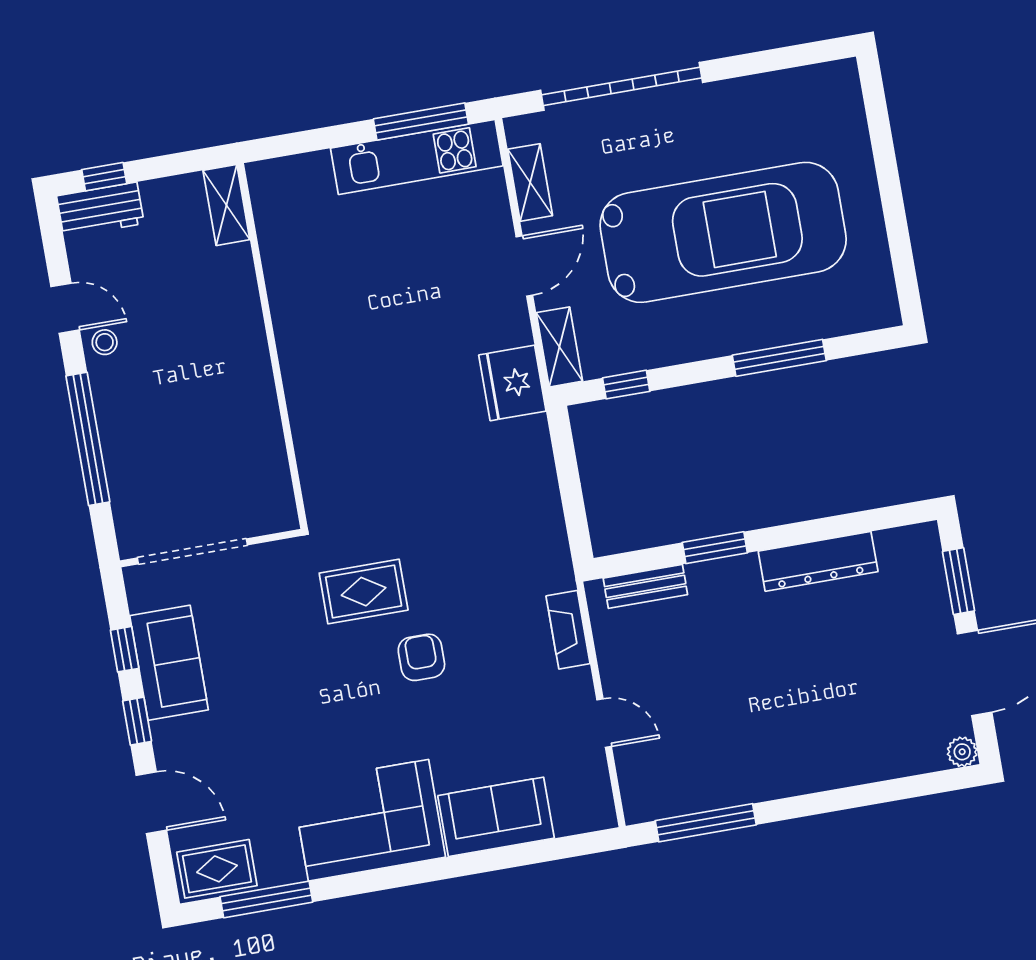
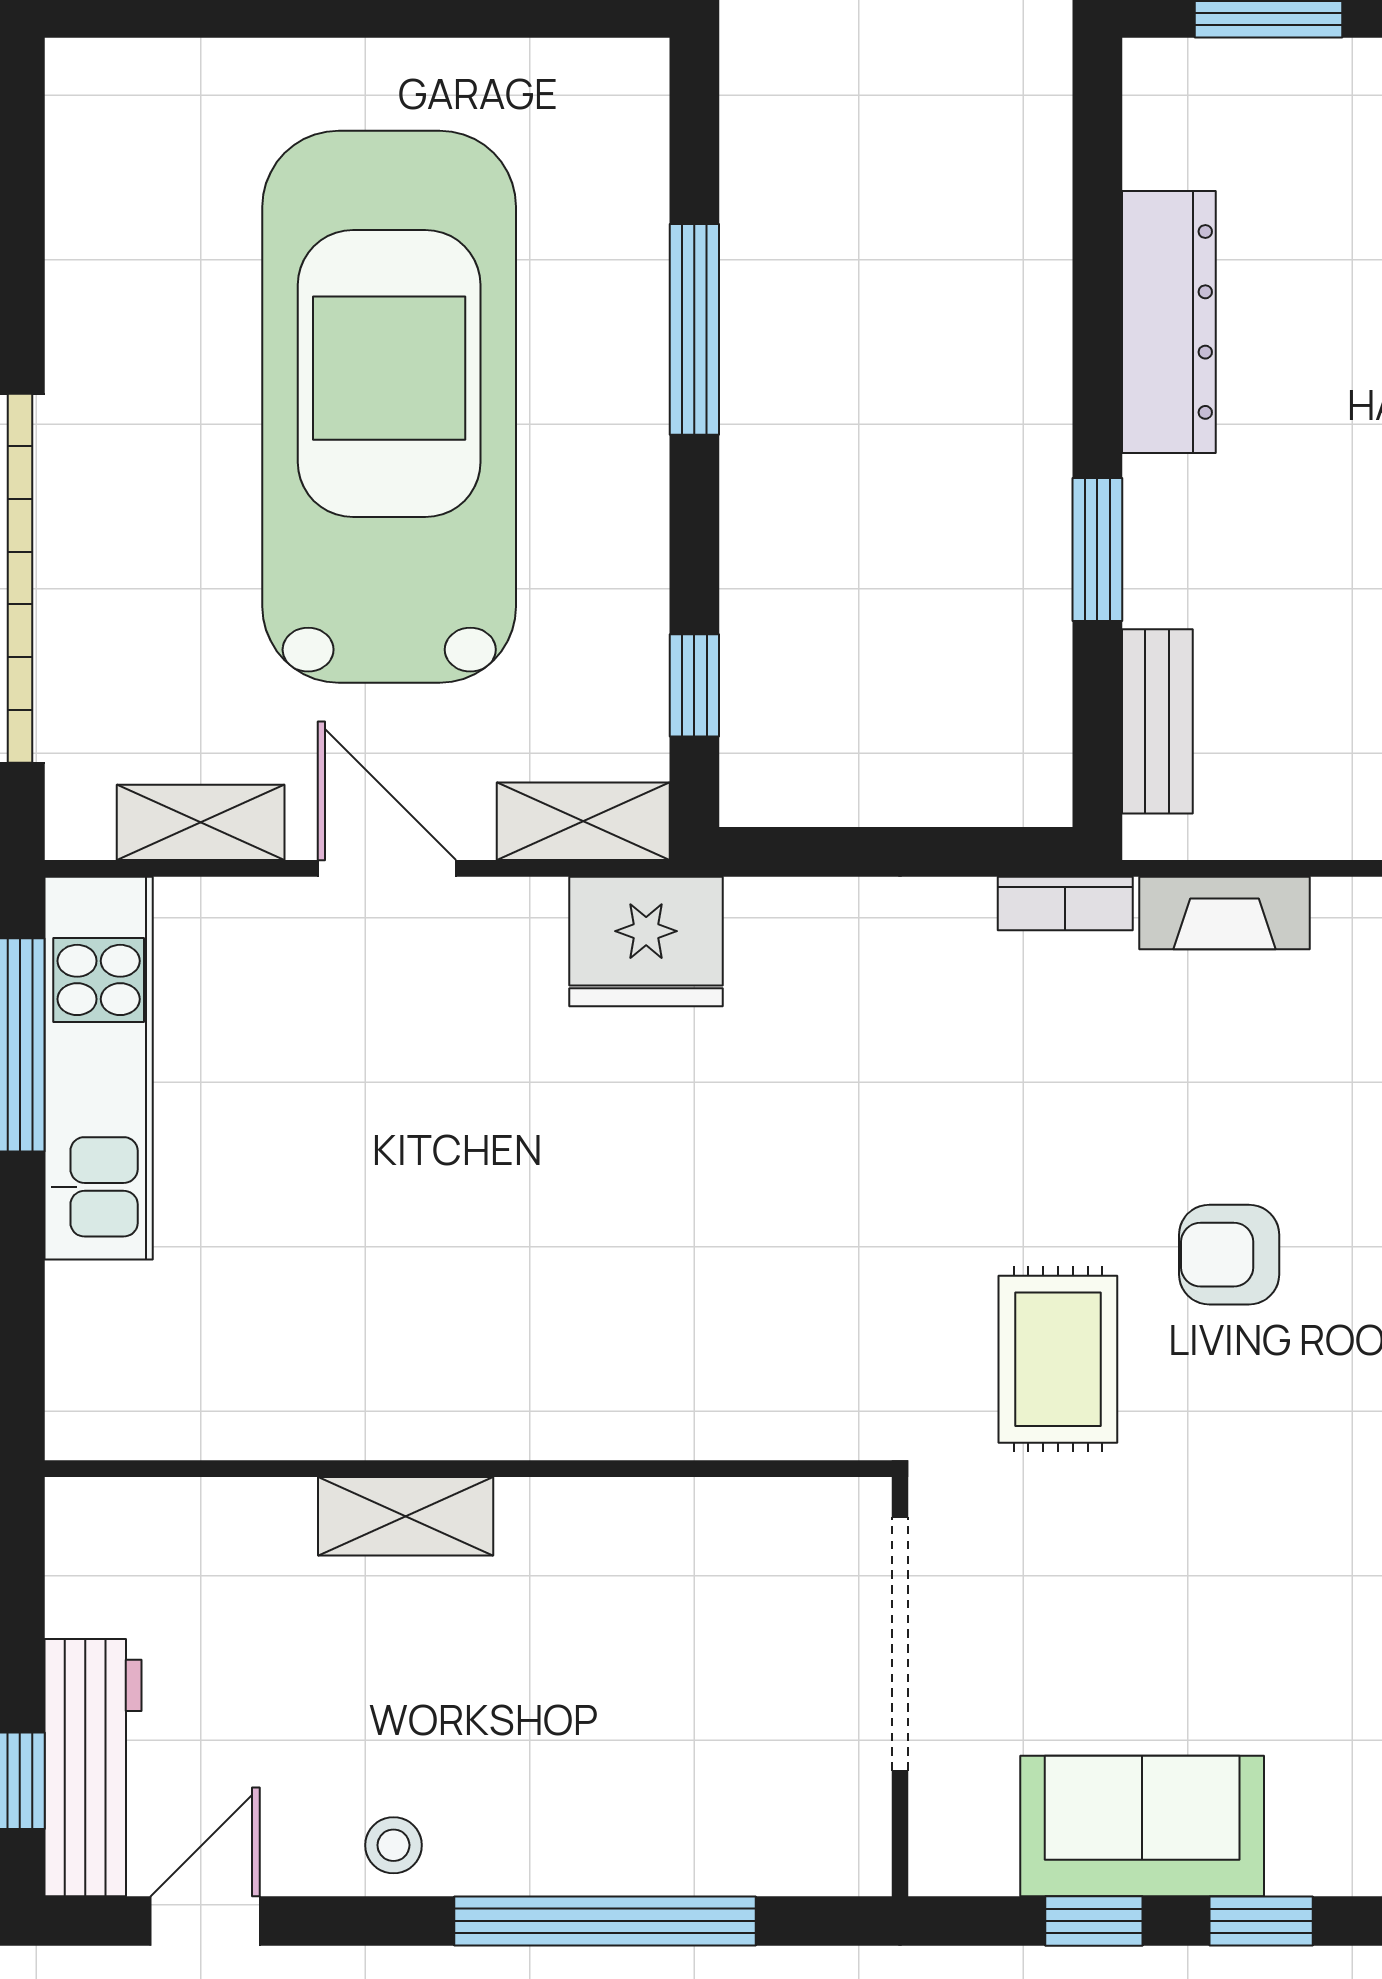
shelving: (226, 205) -> (406, 1516), moved
workbench: (100, 210) -> (93, 1768), width x1.38
door: (65, 308) -> (205, 1921), moved
doorway: (192, 551) -> (900, 1644), moved
bookcase: (560, 560) -> (1065, 903), added

